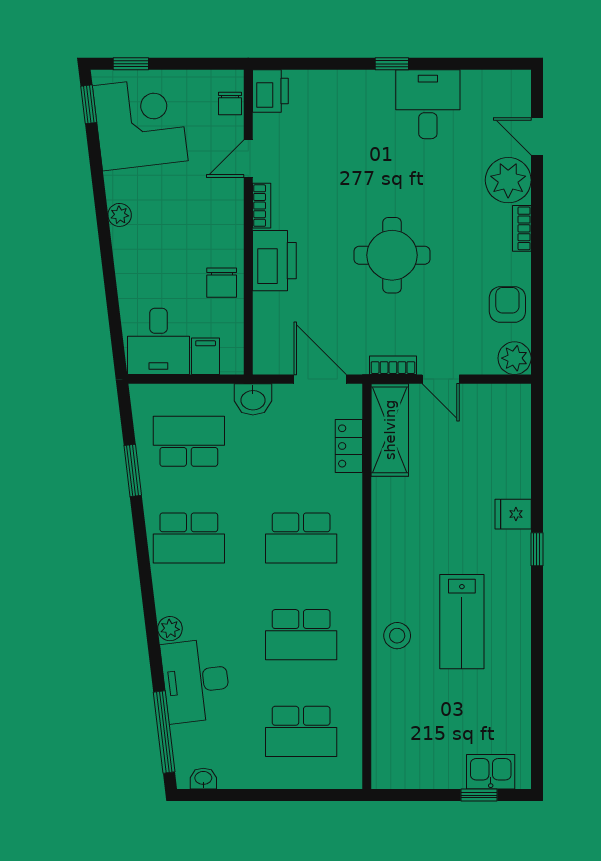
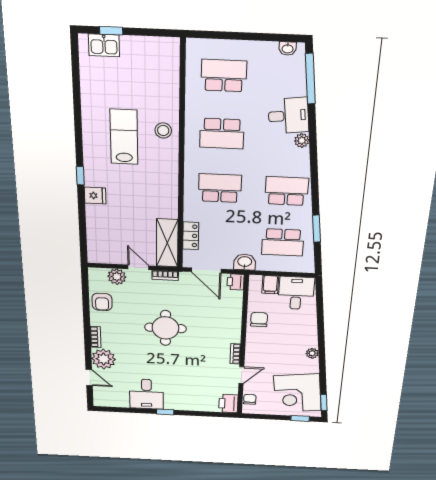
printer: (274, 261) -> (236, 282), moved, width x0.53, depth x0.68
plant: (515, 358) -> (117, 277), moved
school desk: (301, 635) -> (222, 134), turned 180
desk: (196, 681) -> (288, 116), width x0.73

